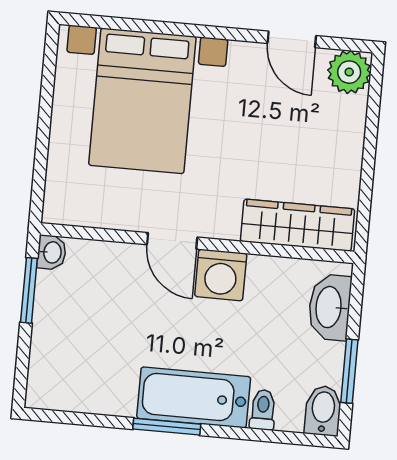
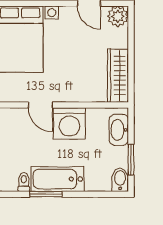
wardrobe: (297, 225) -> (118, 76), moved, turned -90
washing machine: (221, 275) -> (69, 123), width x1.37, depth x1.37
toilet: (263, 410) -> (24, 182), moved

